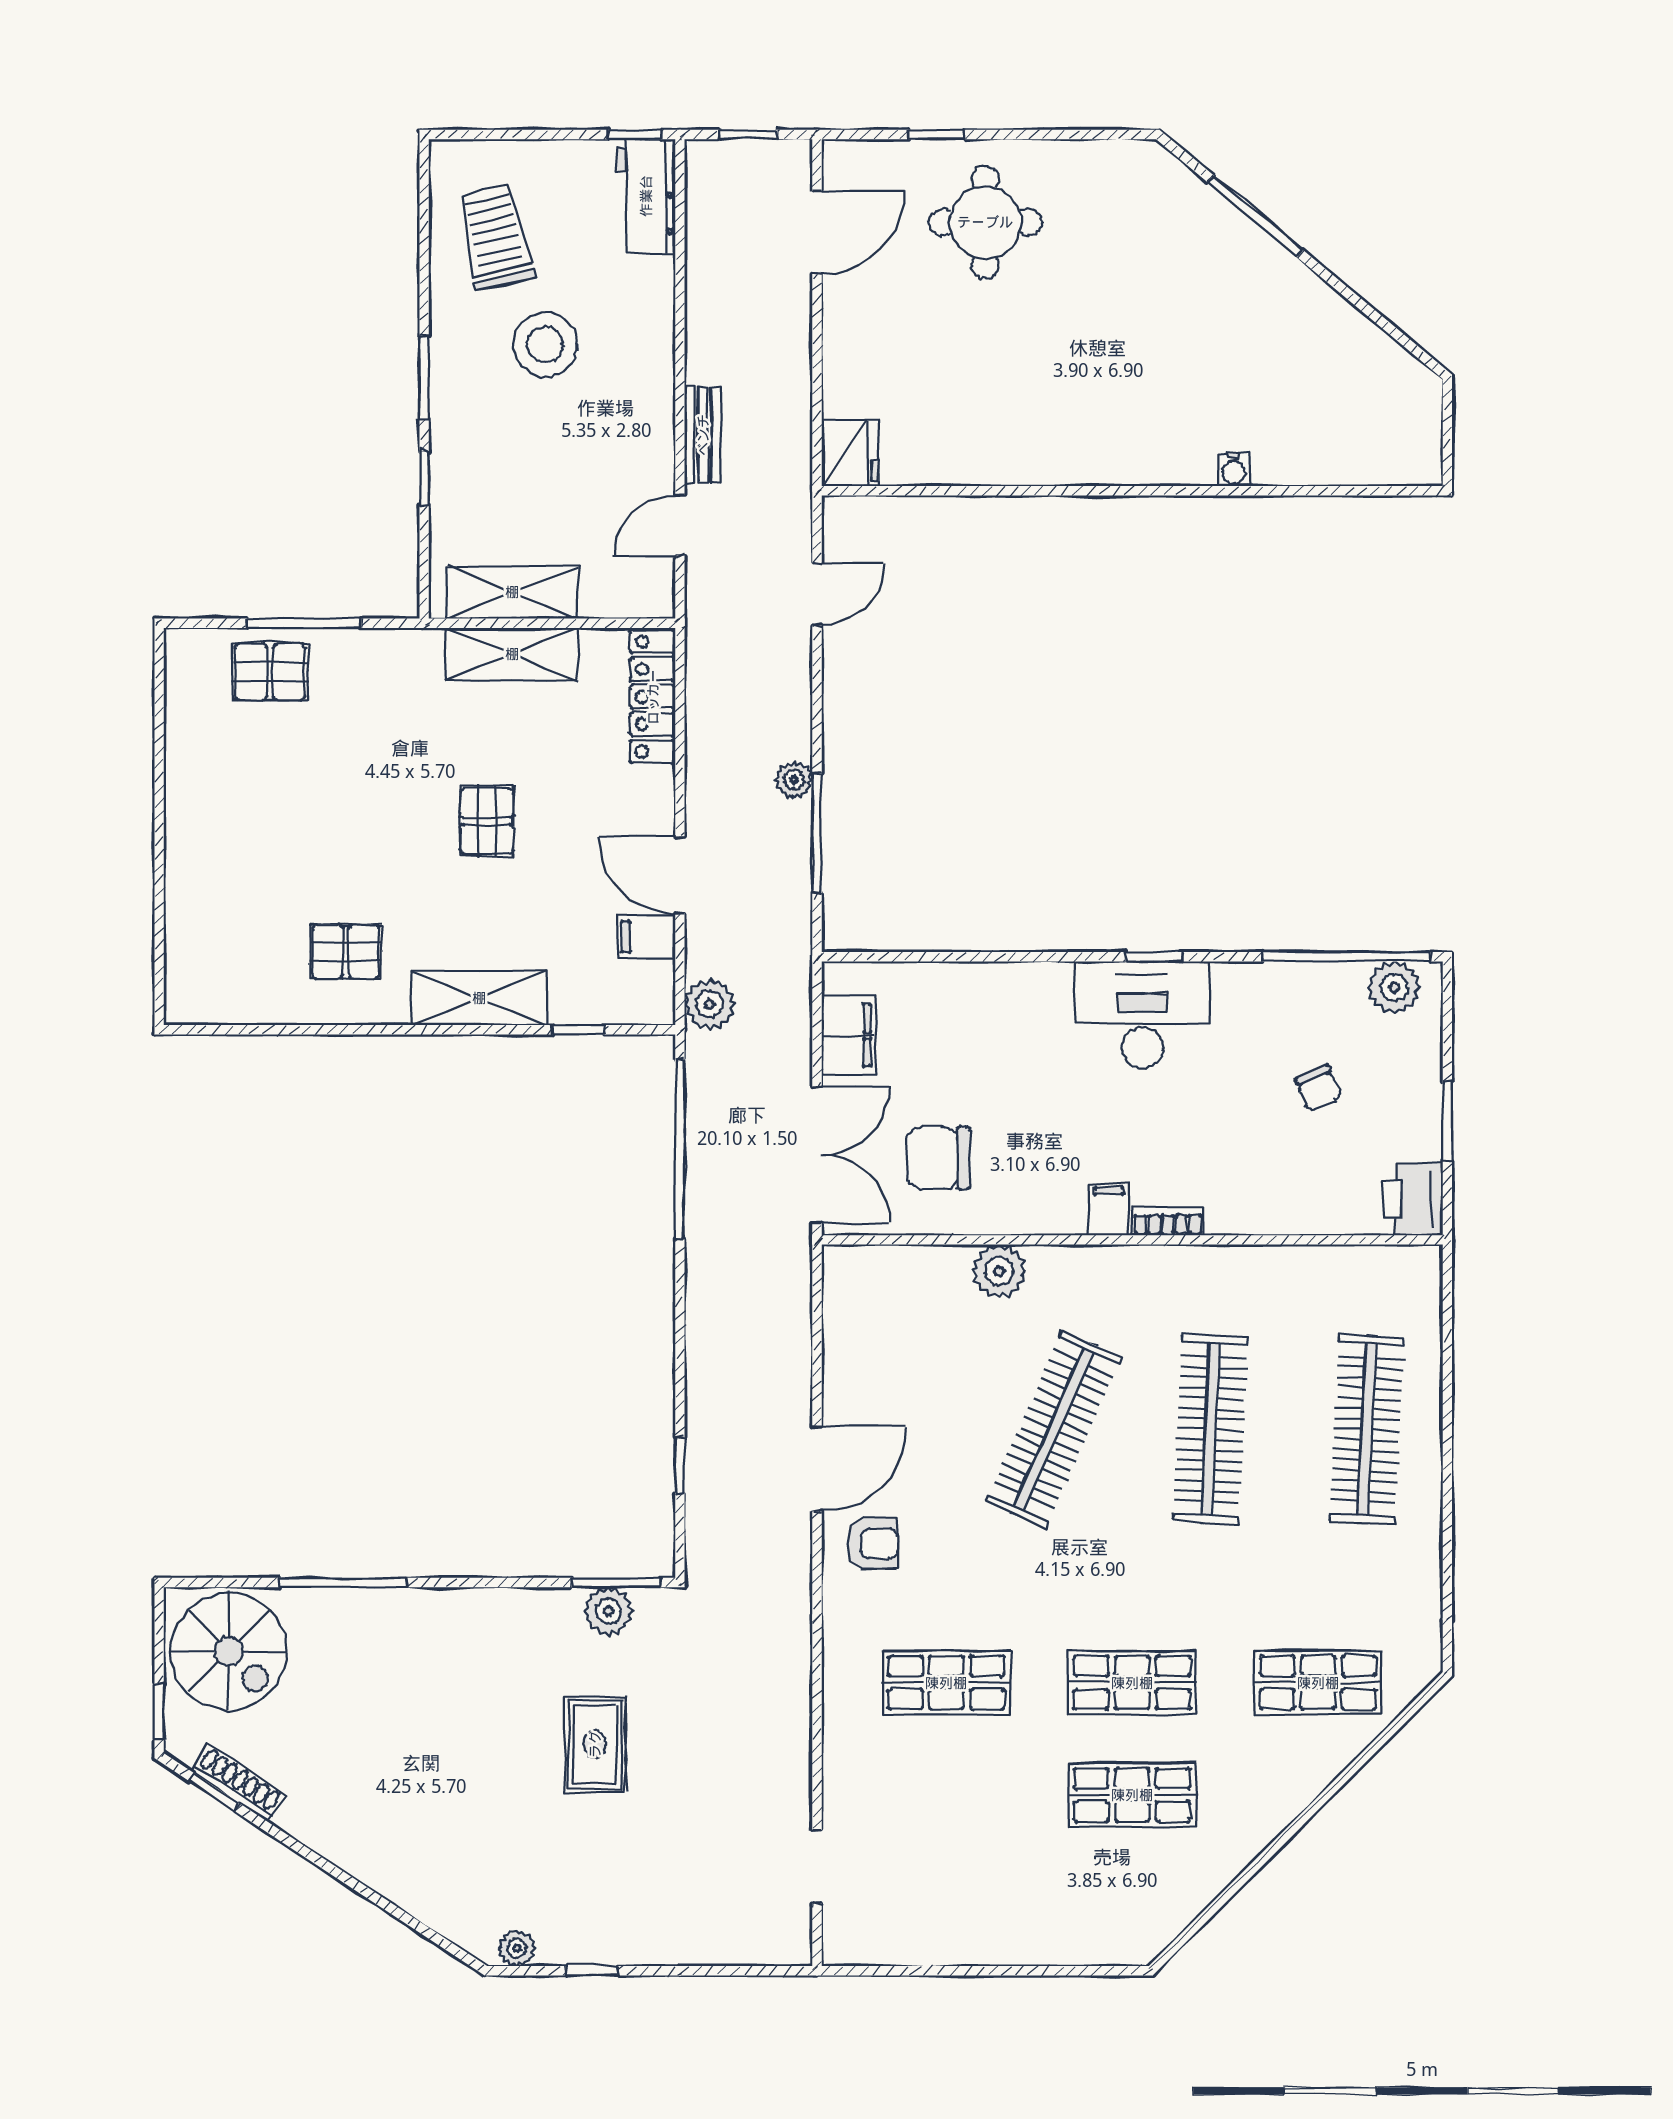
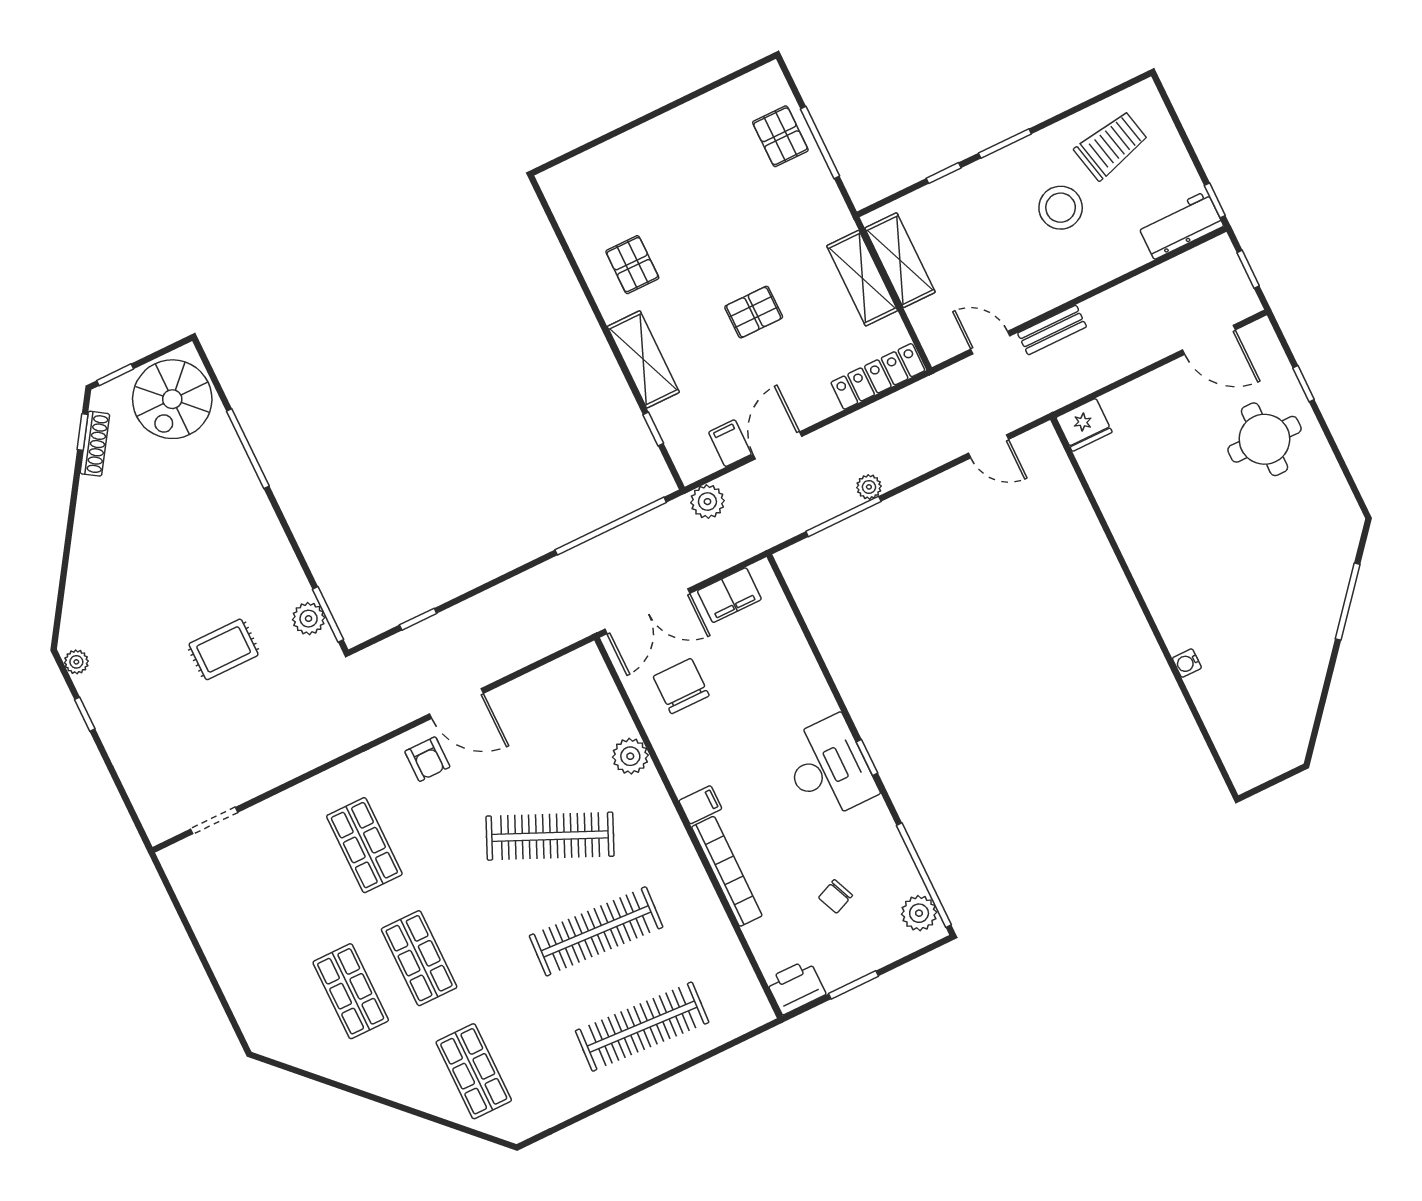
bookcase: (1168, 1221) -> (727, 871), width x2.31, depth x1.31

